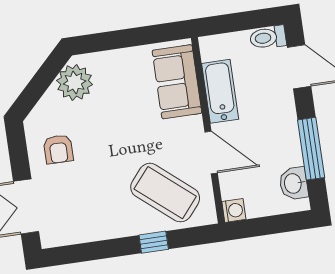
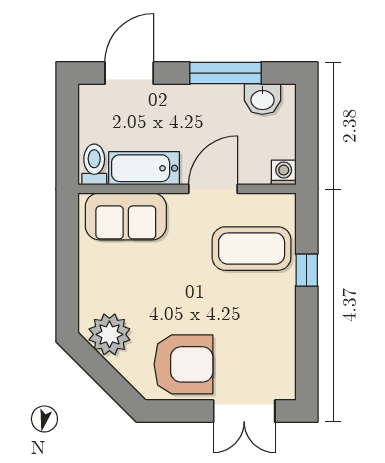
toilet: (268, 38) -> (94, 164), moved, turned 180
armchair: (58, 149) -> (184, 364), width x1.88, depth x1.88
coffee table: (165, 193) -> (252, 249), turned 50

